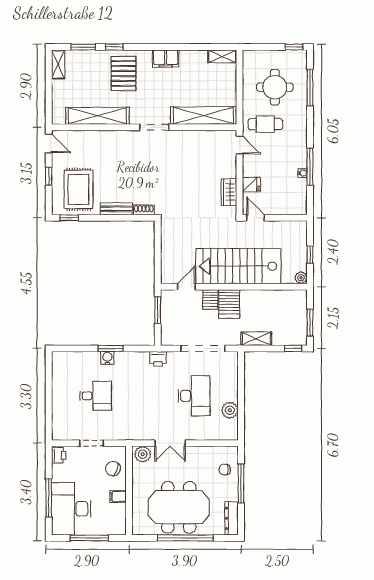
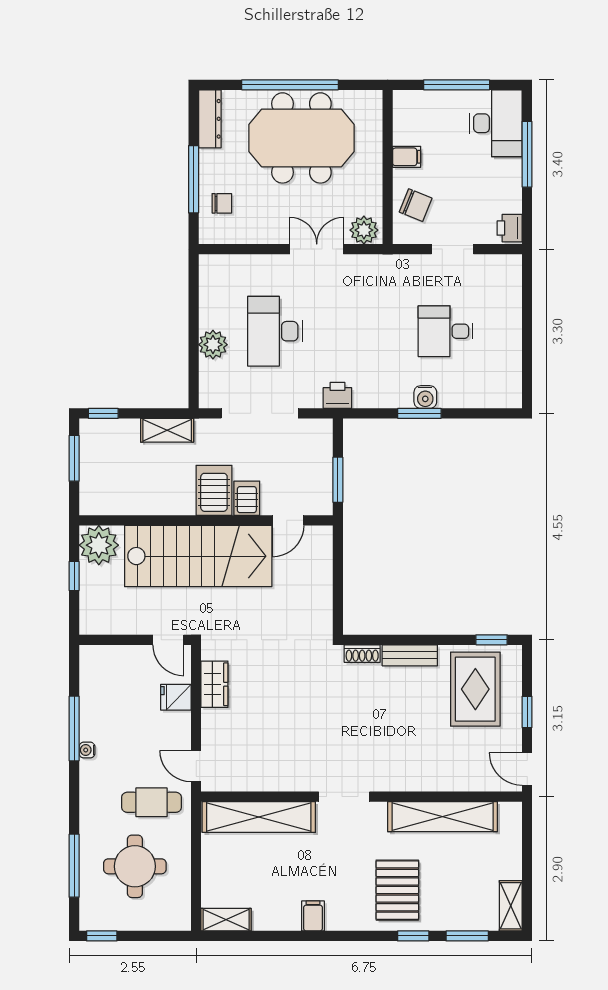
filing cabinet: (166, 59) -> (313, 916), width x0.50
water cooler: (303, 173) -> (87, 750), moved
plant: (301, 278) -> (99, 545), width x1.87, depth x1.87
plant: (230, 410) -> (213, 345), moved
desk: (71, 509) -> (496, 123), width x0.73, depth x0.77

